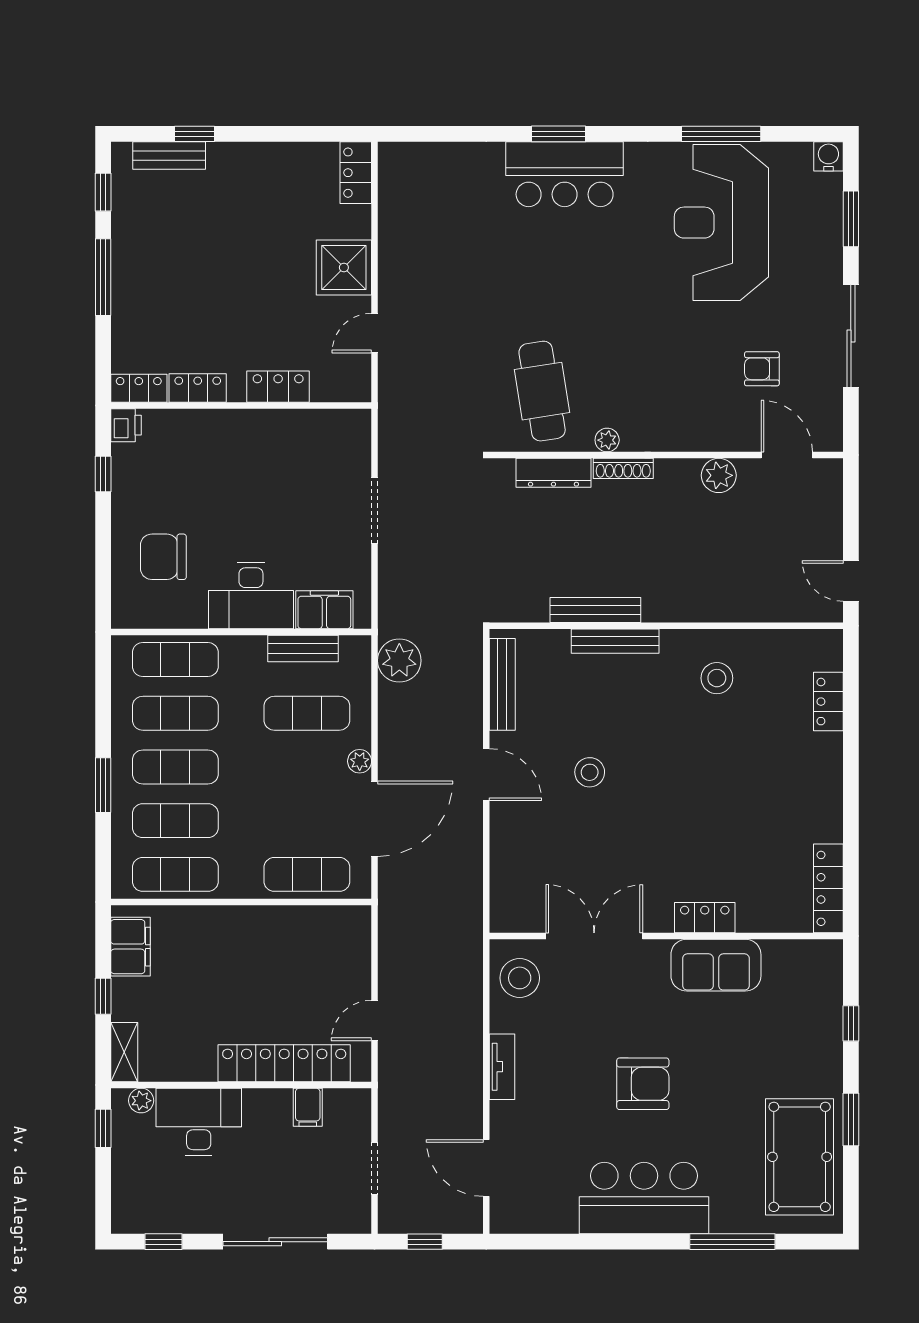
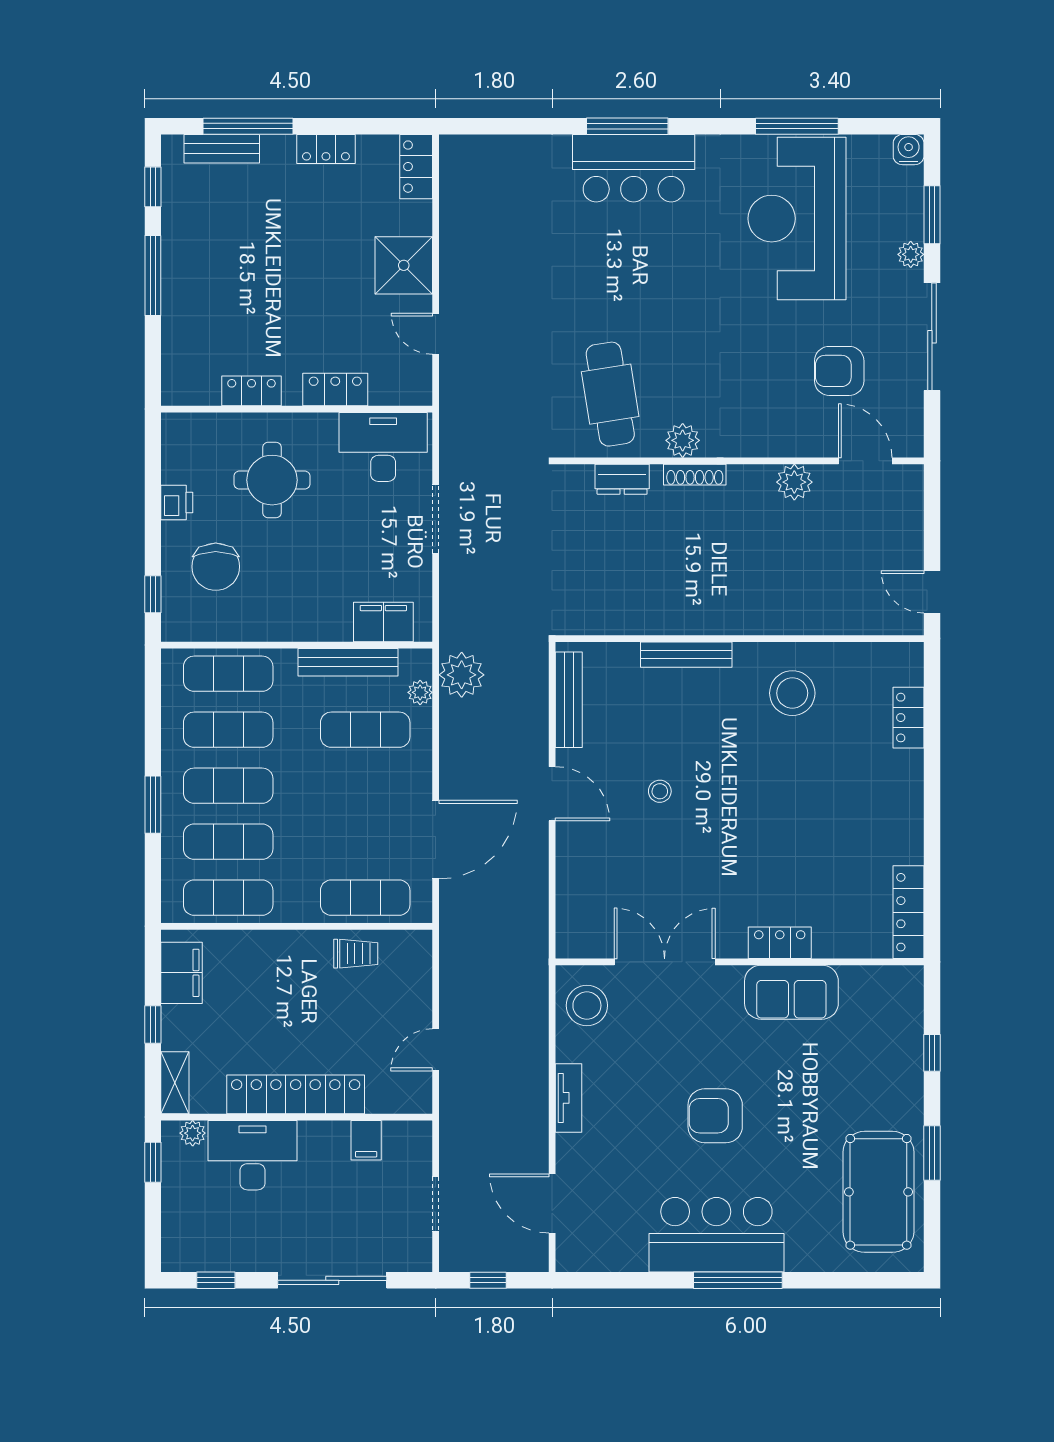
window: (194, 134) -> (248, 126), width x2.17
window: (558, 134) -> (627, 126), width x1.44
plant: (830, 257) -> (911, 254), added
door: (375, 333) -> (436, 334), hinge flipped
armchair: (762, 369) -> (839, 371), width x1.38, depth x1.38
locker: (139, 388) -> (326, 149), moved, turned 180
printer: (126, 425) -> (177, 502), moved
plant: (607, 440) -> (683, 440), width x1.38, depth x1.38
dresser: (553, 473) -> (622, 479), width x0.70
window: (103, 474) -> (153, 594), moved
round table: (217, 474) -> (272, 480), added
chair: (163, 557) -> (216, 567), turned -90
desk: (251, 596) -> (383, 447), moved, turned 180
bench: (595, 610) -> (666, 622), removed
bench: (303, 648) -> (348, 662), width x1.36
stool: (717, 678) -> (792, 693), width x1.38, depth x1.38
plant: (360, 761) -> (420, 692), moved
stool: (590, 772) -> (660, 791), width x0.73, depth x0.73
trolley: (298, 928) -> (356, 954), added
locker: (284, 1063) -> (296, 1094), moved
armchair: (643, 1084) -> (715, 1116), turned 180
window: (732, 1242) -> (738, 1280), moved

